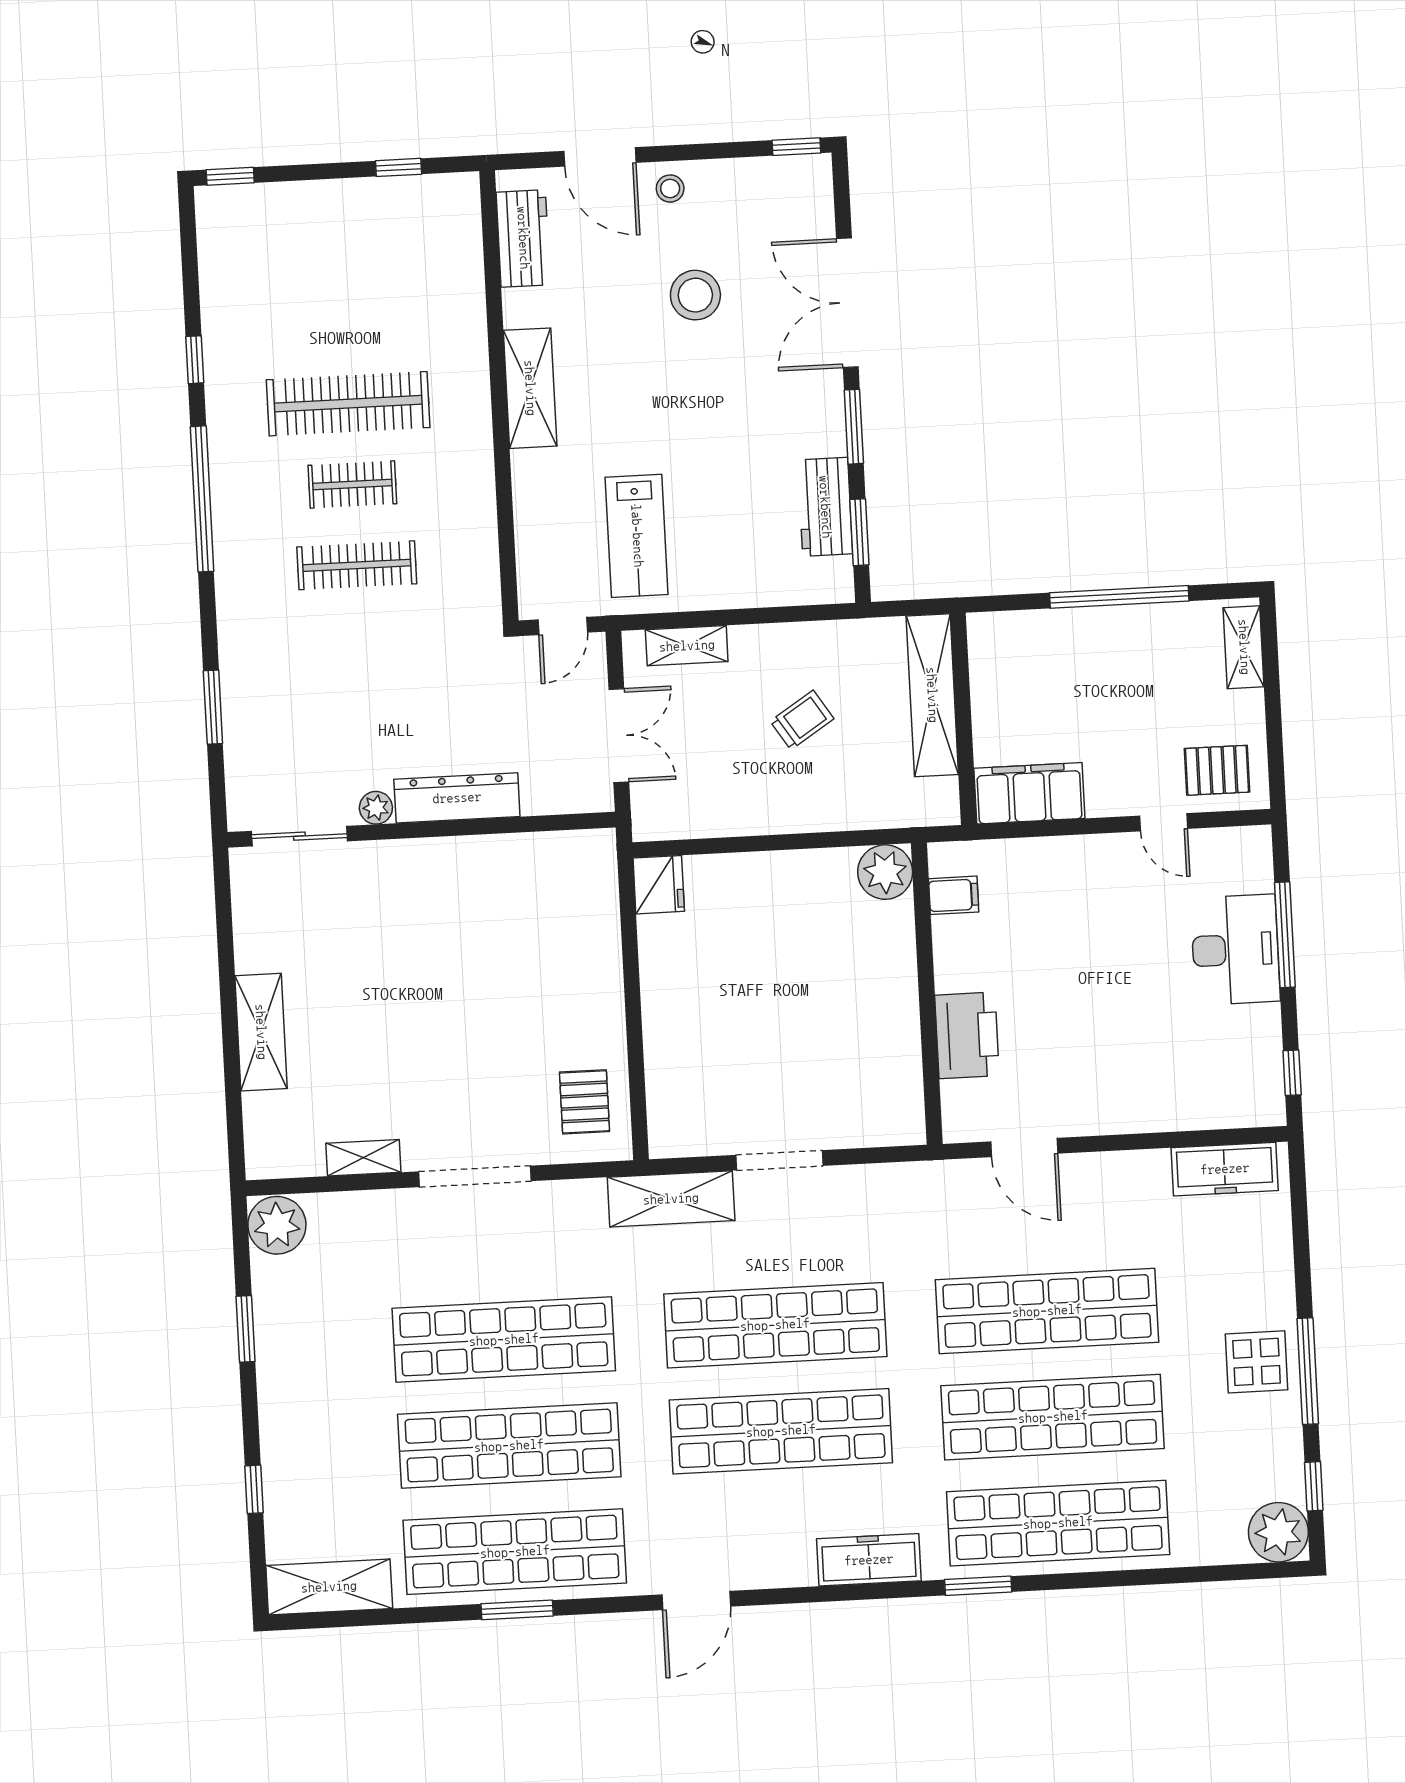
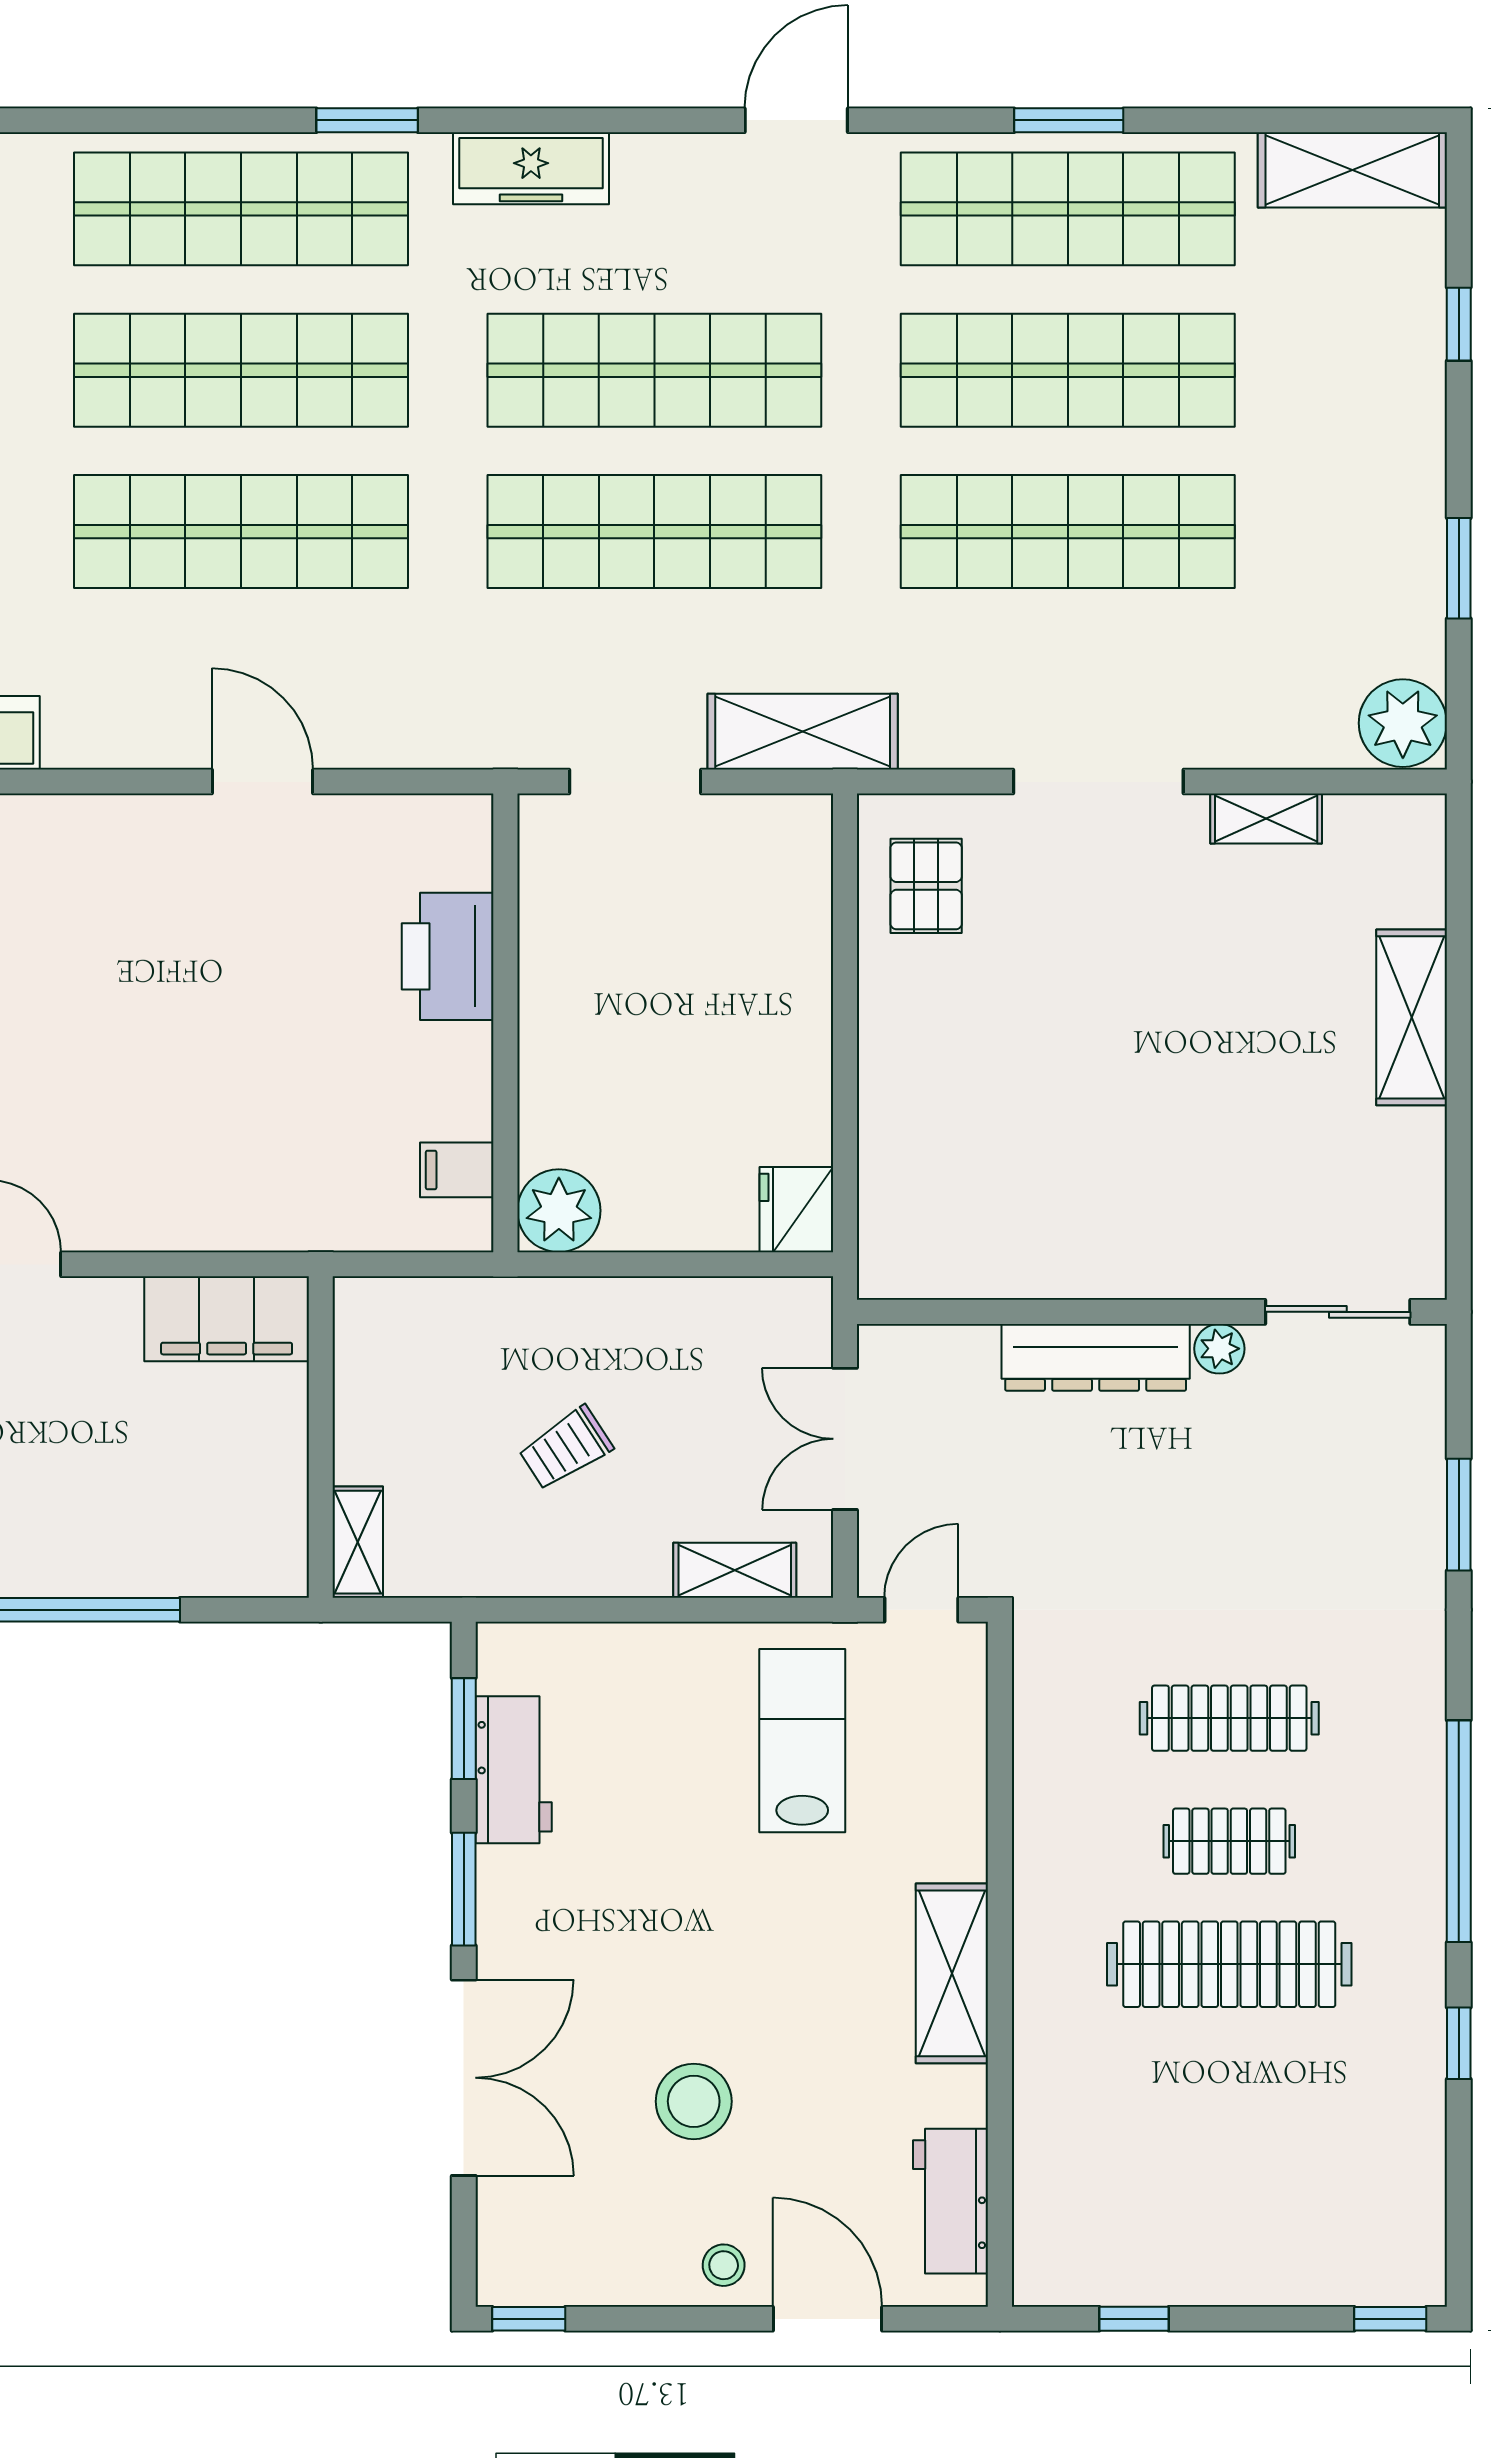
shelving: (932, 695) -> (358, 1542), width x0.45, depth x0.75
plant: (885, 872) -> (559, 1211), moved
filing cabinet: (954, 895) -> (457, 1170), moved
wall: (927, 994) -> (505, 1023), moved
printer: (967, 1035) -> (448, 956), moved

